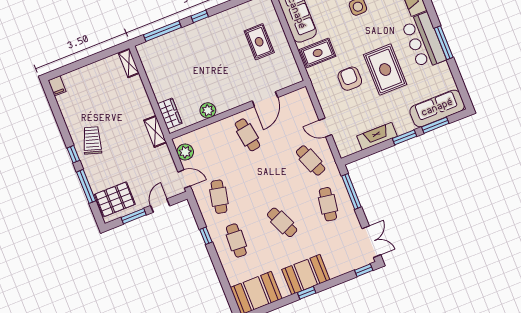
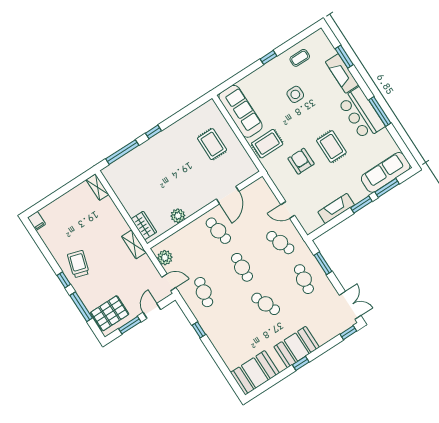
rug: (385, 70) -> (331, 146), width x0.73, depth x0.70
window: (351, 191) -> (323, 263), width x0.69
cafe table: (236, 240) -> (242, 267), moved

